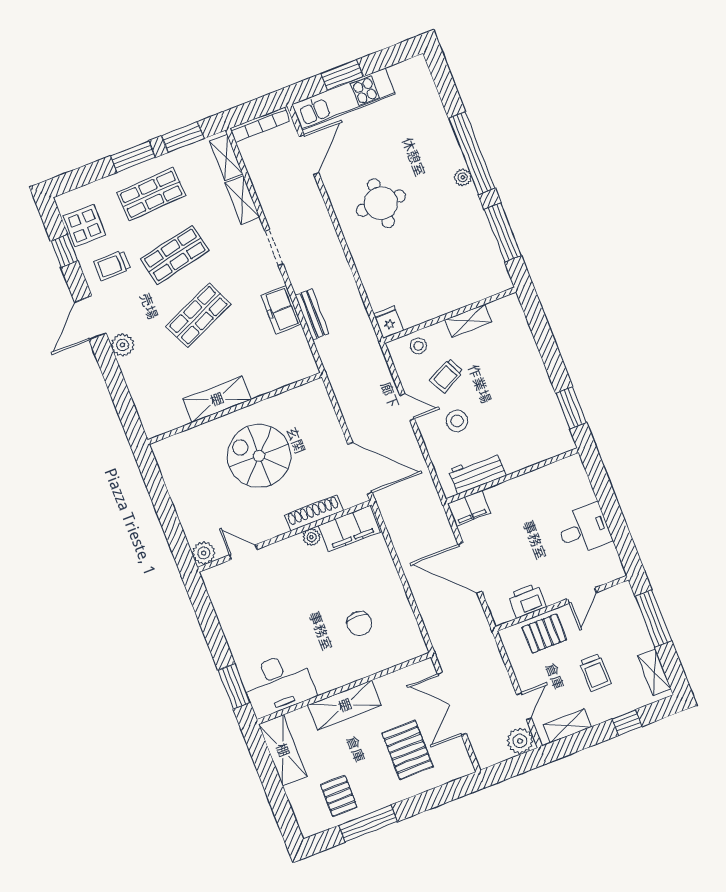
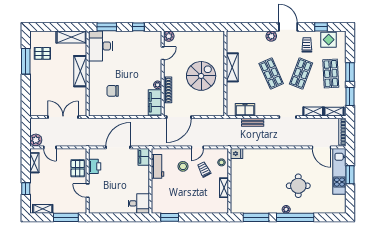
round table: (381, 203) -> (298, 186), moved
shop shelf: (175, 255) -> (301, 73), turned 33
freezer: (281, 310) -> (245, 110), moved
desk: (584, 529) -> (139, 203), moved, turned -90
window: (209, 622) -> (138, 27), added
trolley: (595, 673) -> (52, 183), removed
pallet: (407, 750) -> (51, 90), removed

